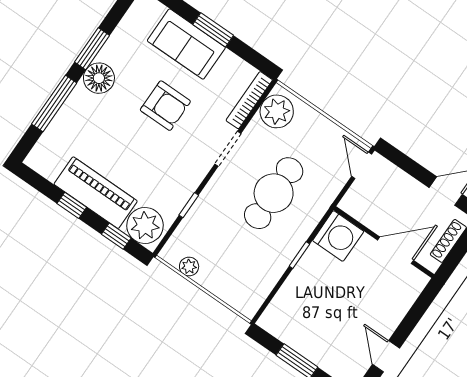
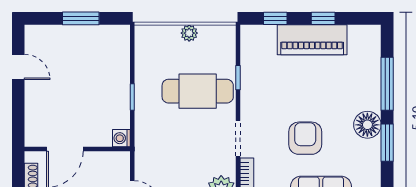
armchair: (165, 106) -> (305, 138), turned 90
cafe table: (274, 193) -> (198, 91), moved, turned 90
plant: (145, 226) -> (260, 41), removed
washing machine: (338, 236) -> (121, 138), width x0.53, depth x0.53
plant: (189, 266) -> (189, 33), moved

